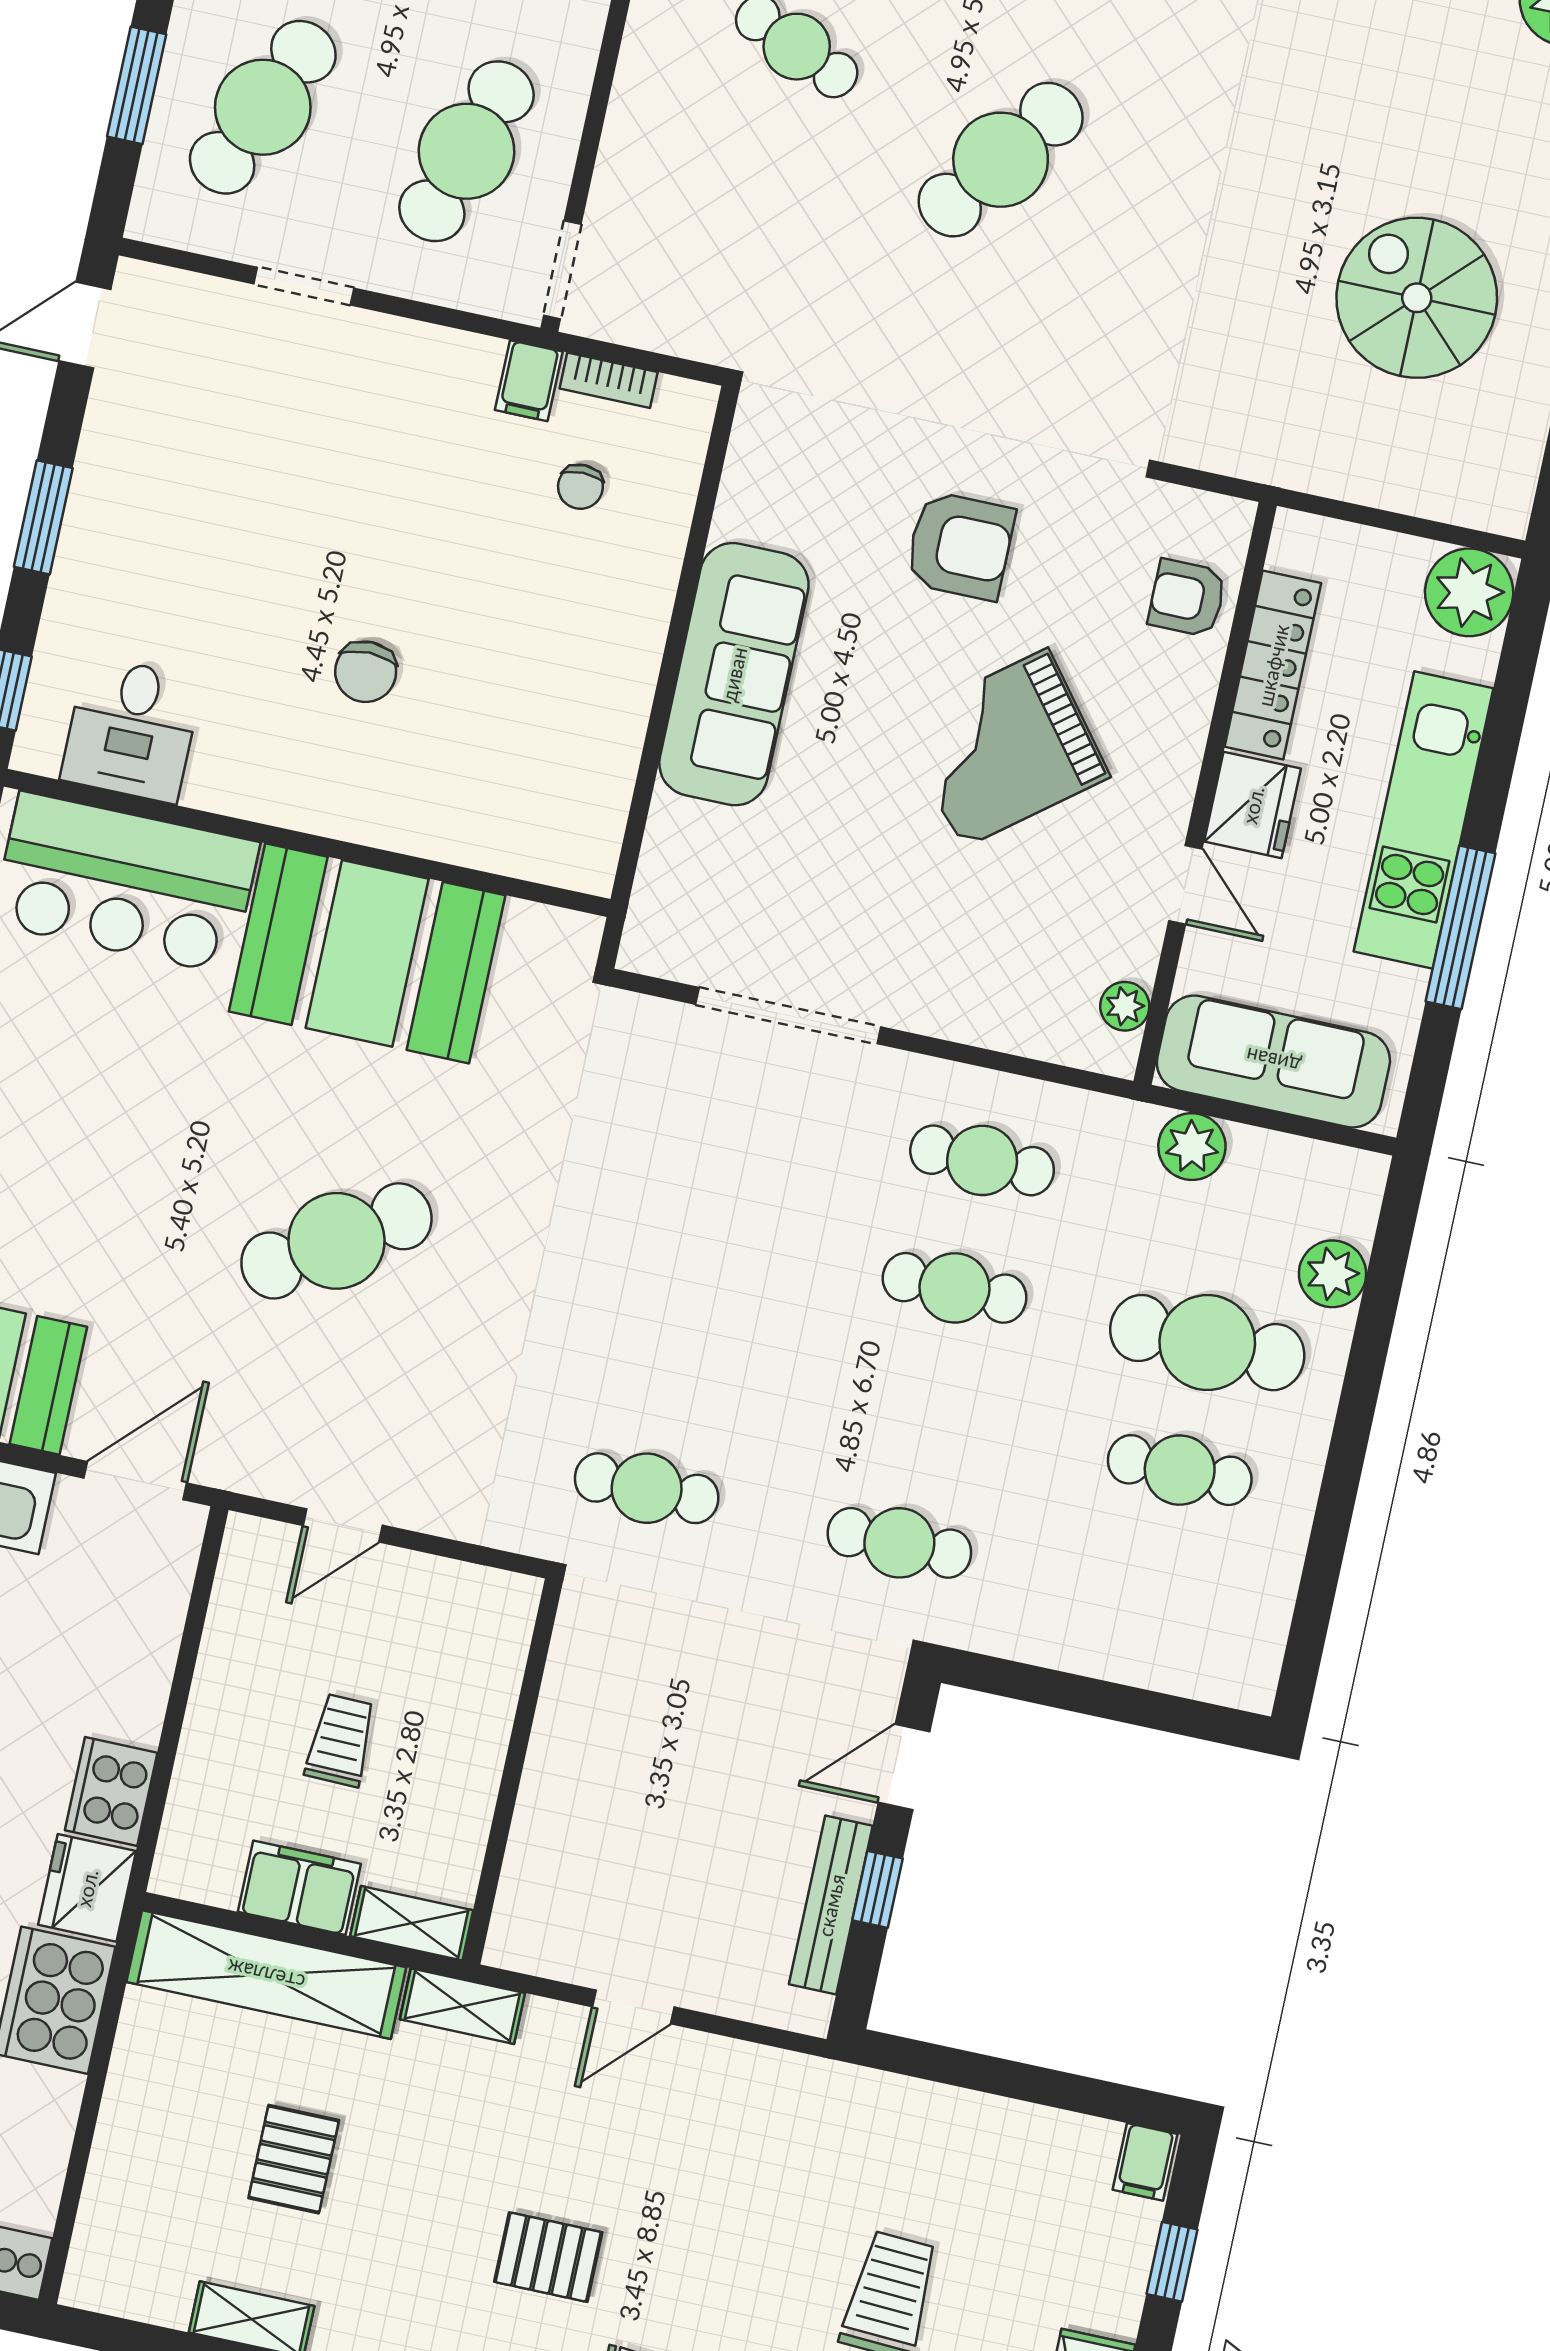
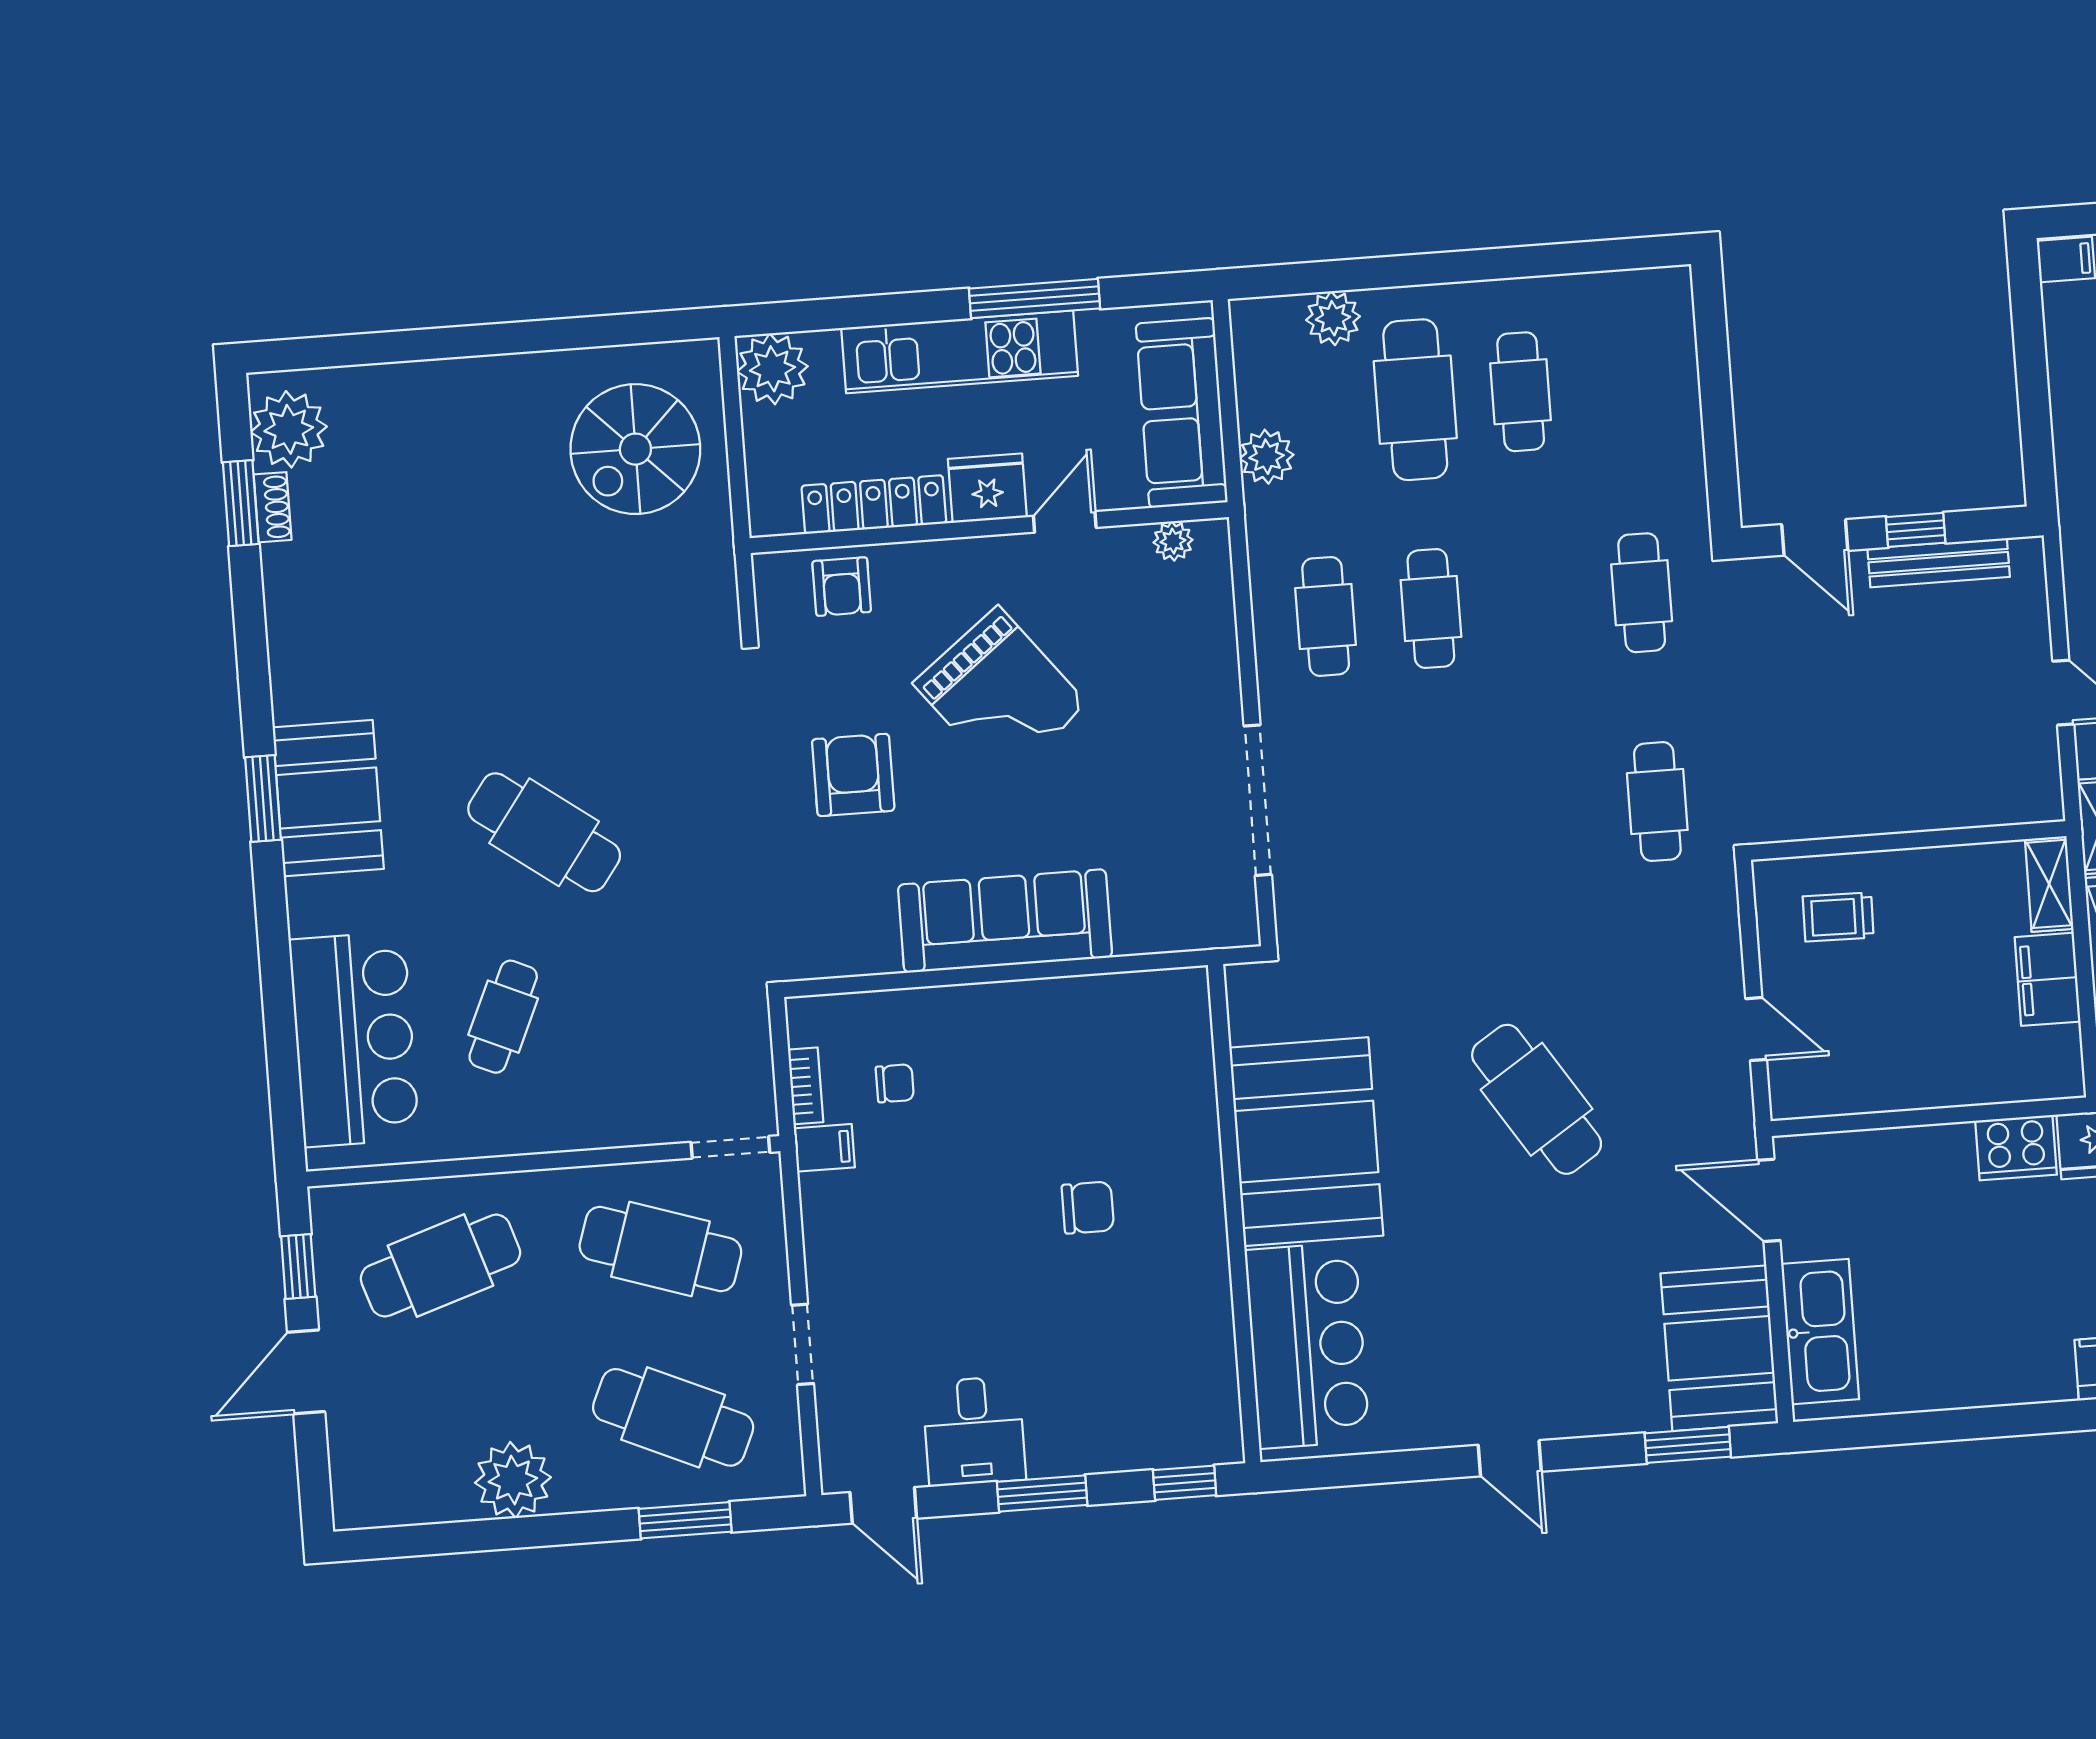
spiral stairs: (1417, 298) -> (635, 449), moved
desk: (131, 729) -> (974, 1431), moved, turned 90
trolley: (341, 1740) -> (1838, 917), moved

